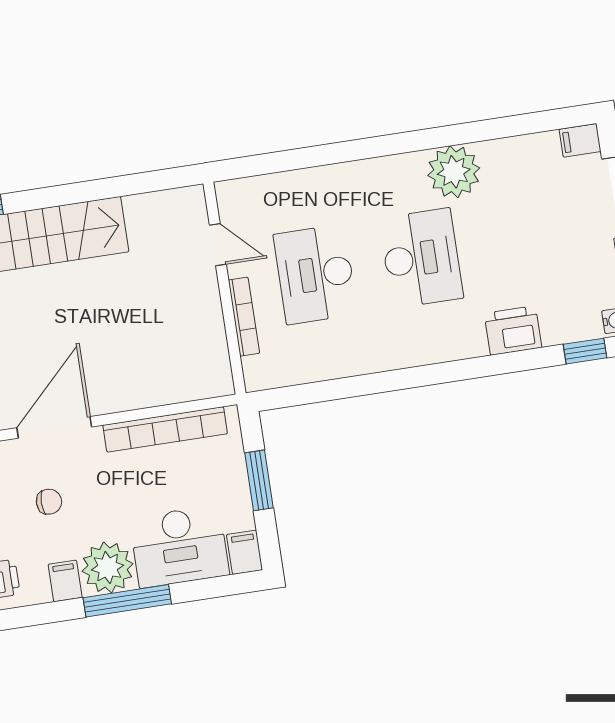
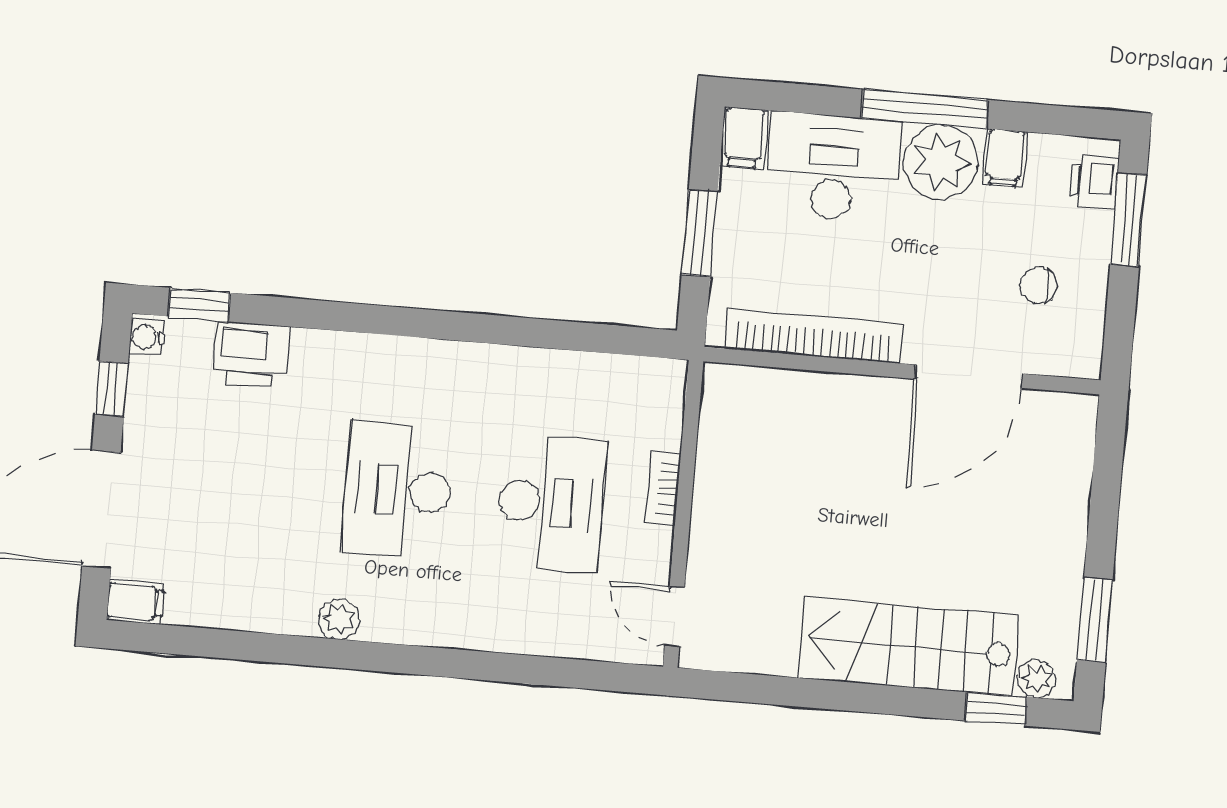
plant: (454, 172) -> (339, 619), width x0.53, depth x0.53
door: (218, 245) -> (675, 616), moved
bookcase: (244, 317) -> (664, 488), width x0.64
printer: (513, 330) -> (251, 354), moved
chair: (49, 502) -> (1038, 285), moved

